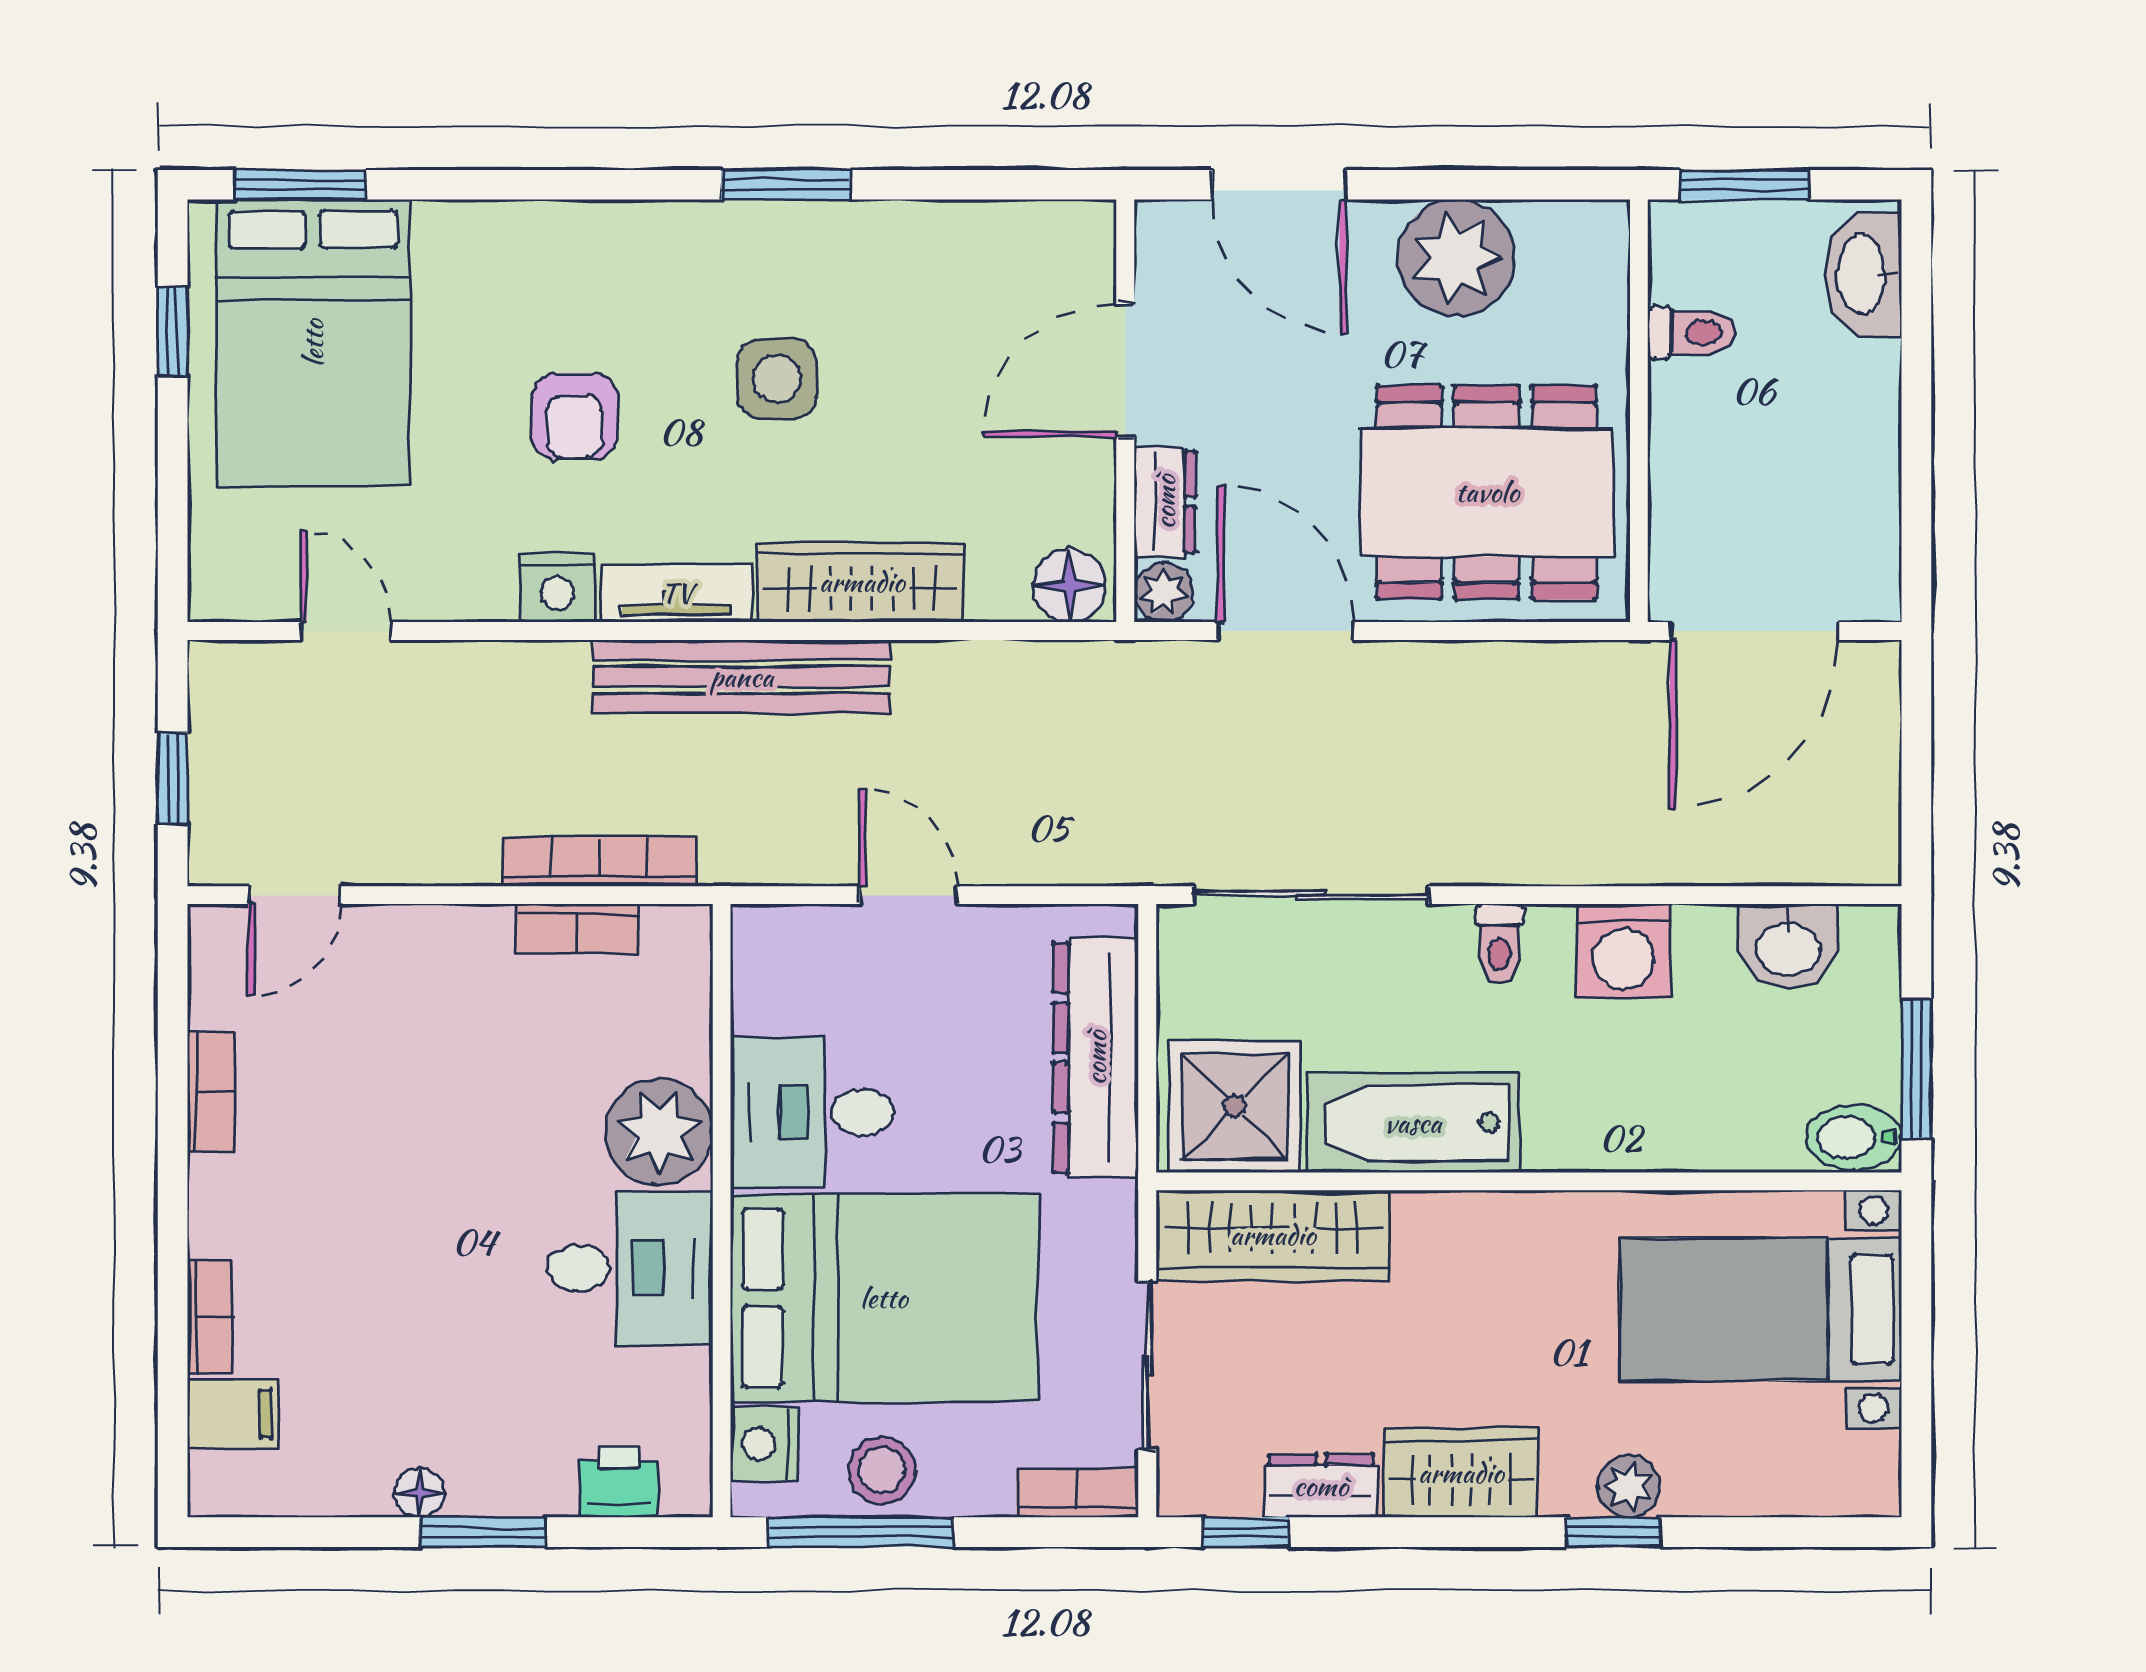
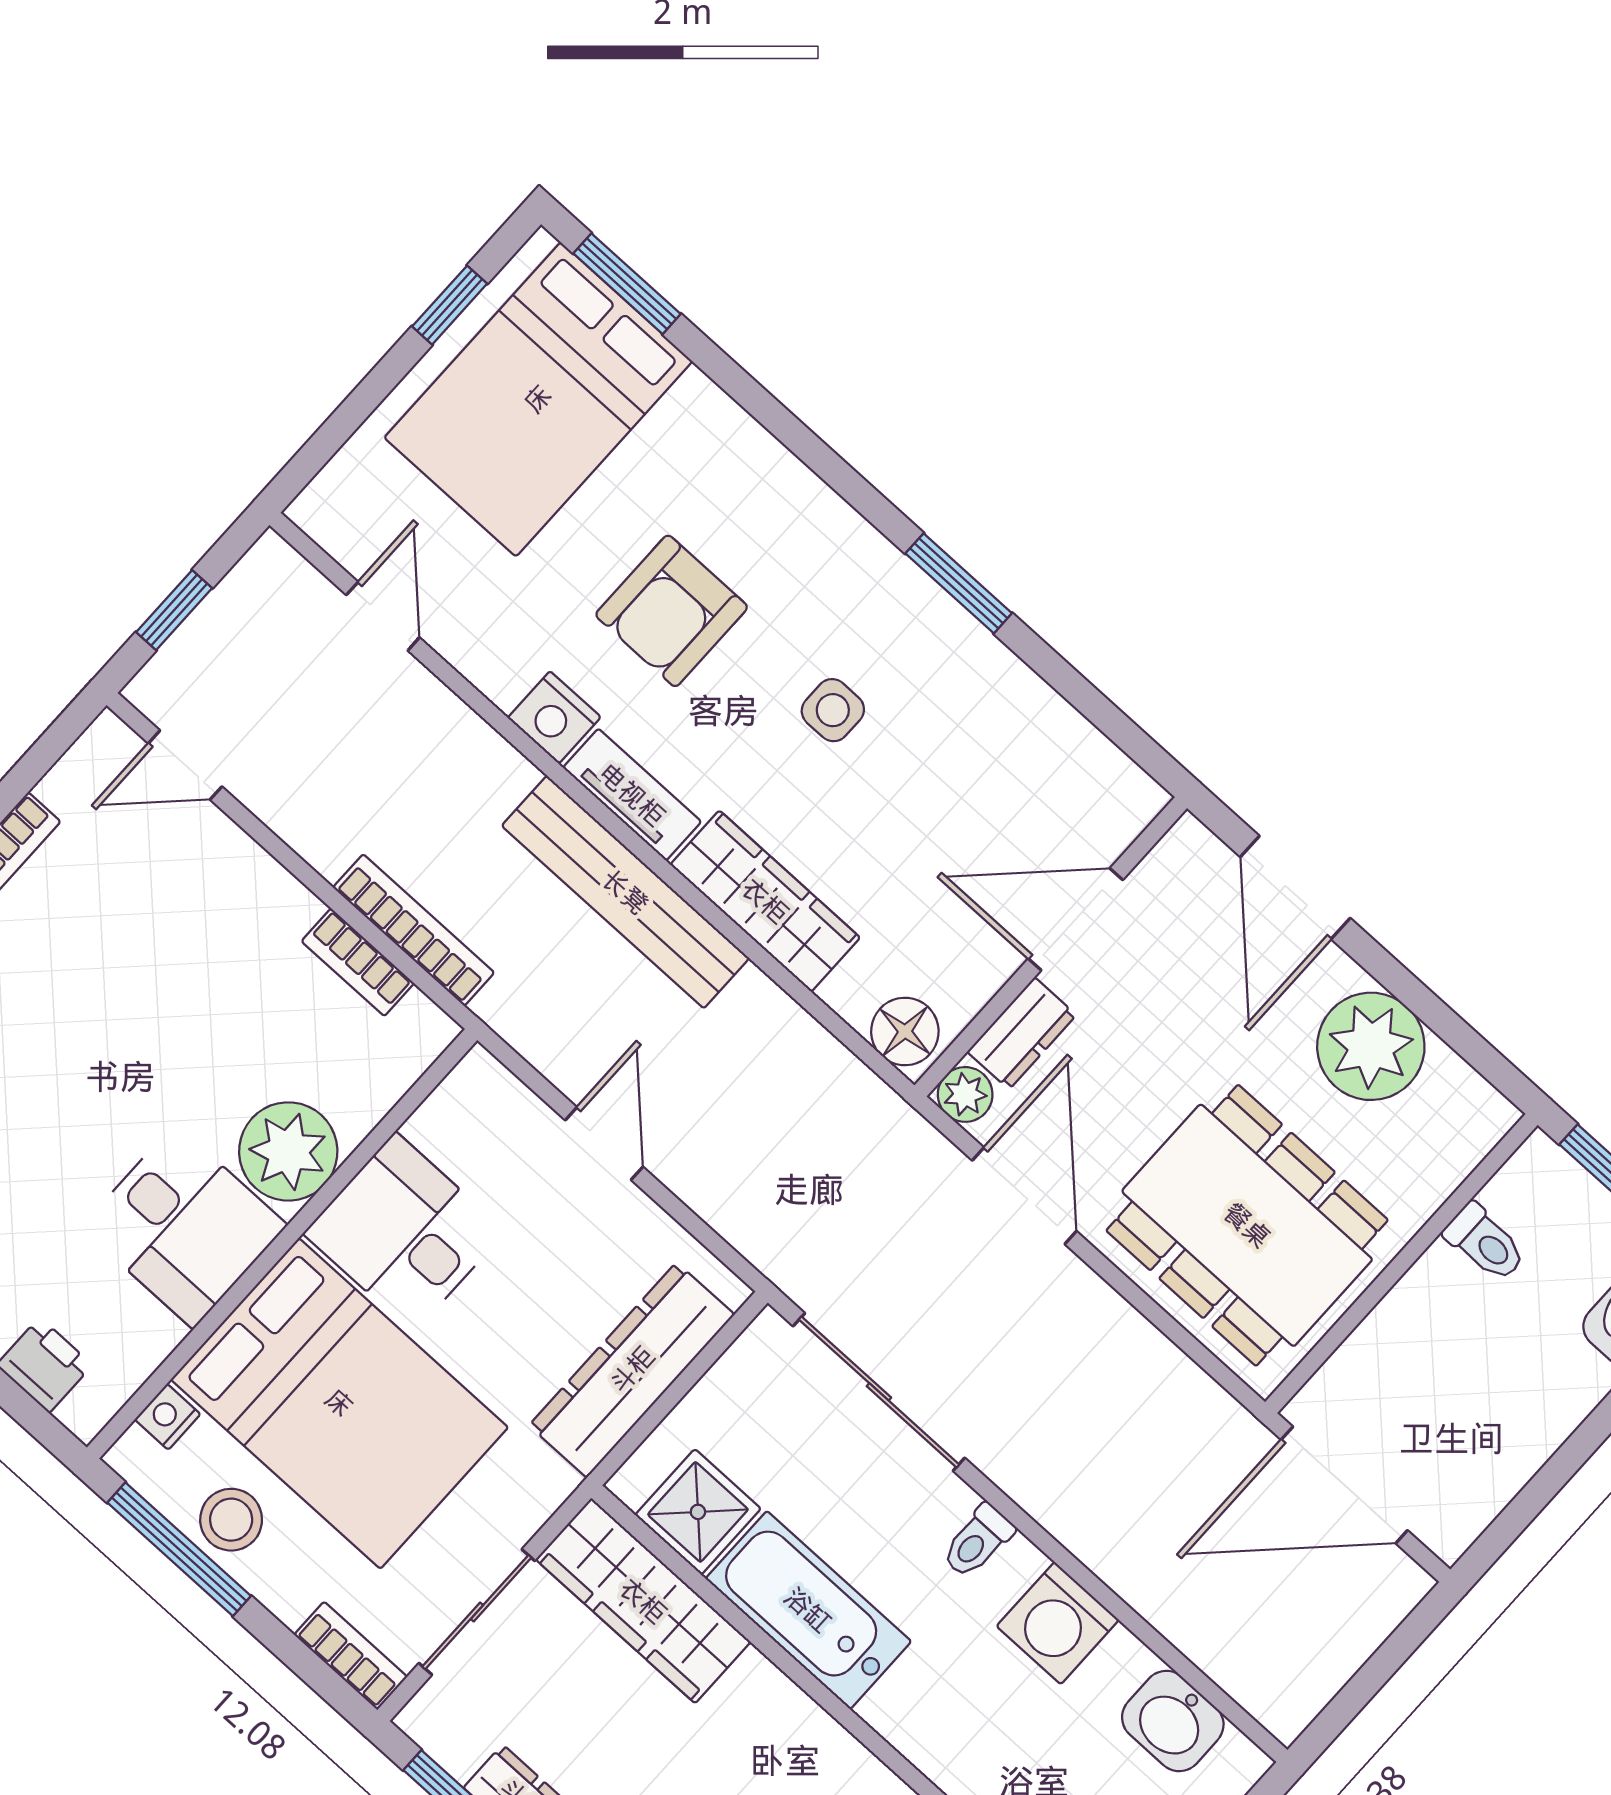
side table: (777, 379) -> (833, 710), width x0.73, depth x0.73
armchair: (575, 416) -> (672, 611), width x1.38, depth x1.38
shower: (1235, 1106) -> (698, 1512), width x0.73, depth x0.73
nightstand: (764, 1444) -> (167, 1417), width x0.72, depth x0.74

